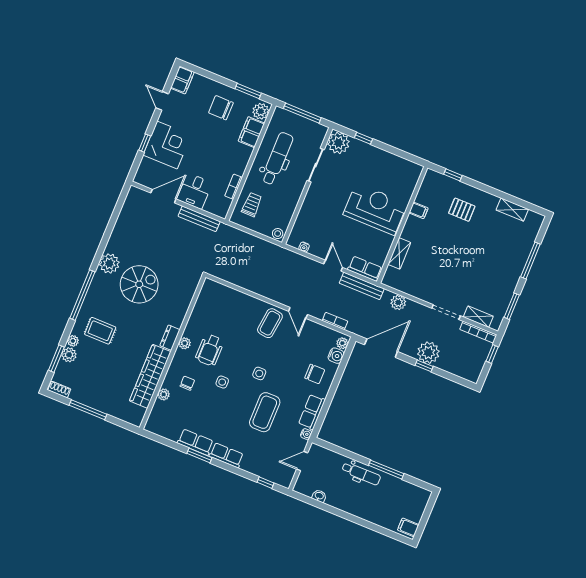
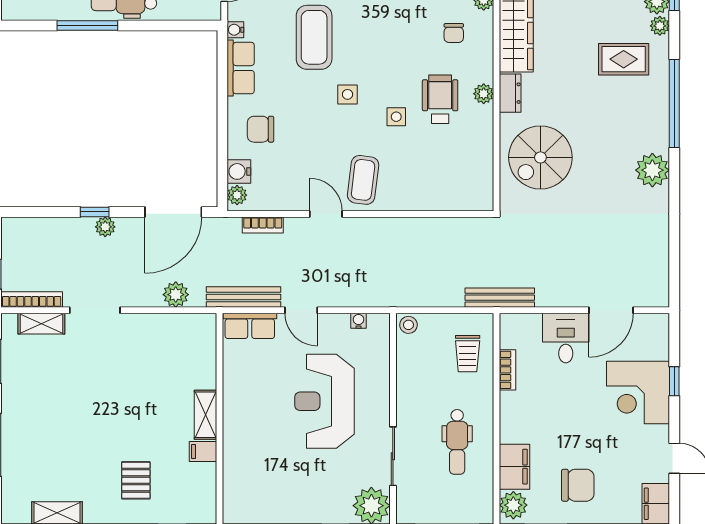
dental chair: (277, 159) -> (457, 442), width x0.73, depth x0.72
reception desk: (375, 209) -> (325, 401), moved, turned 90
pallet: (462, 210) -> (136, 480), turned 90
bench: (199, 219) -> (500, 298), moved
shelving: (399, 253) -> (206, 415), moved
spiral stairs: (139, 284) -> (540, 157), moved
plant: (428, 353) -> (105, 227), width x0.53, depth x0.53
side table: (222, 382) -> (396, 117), moved

